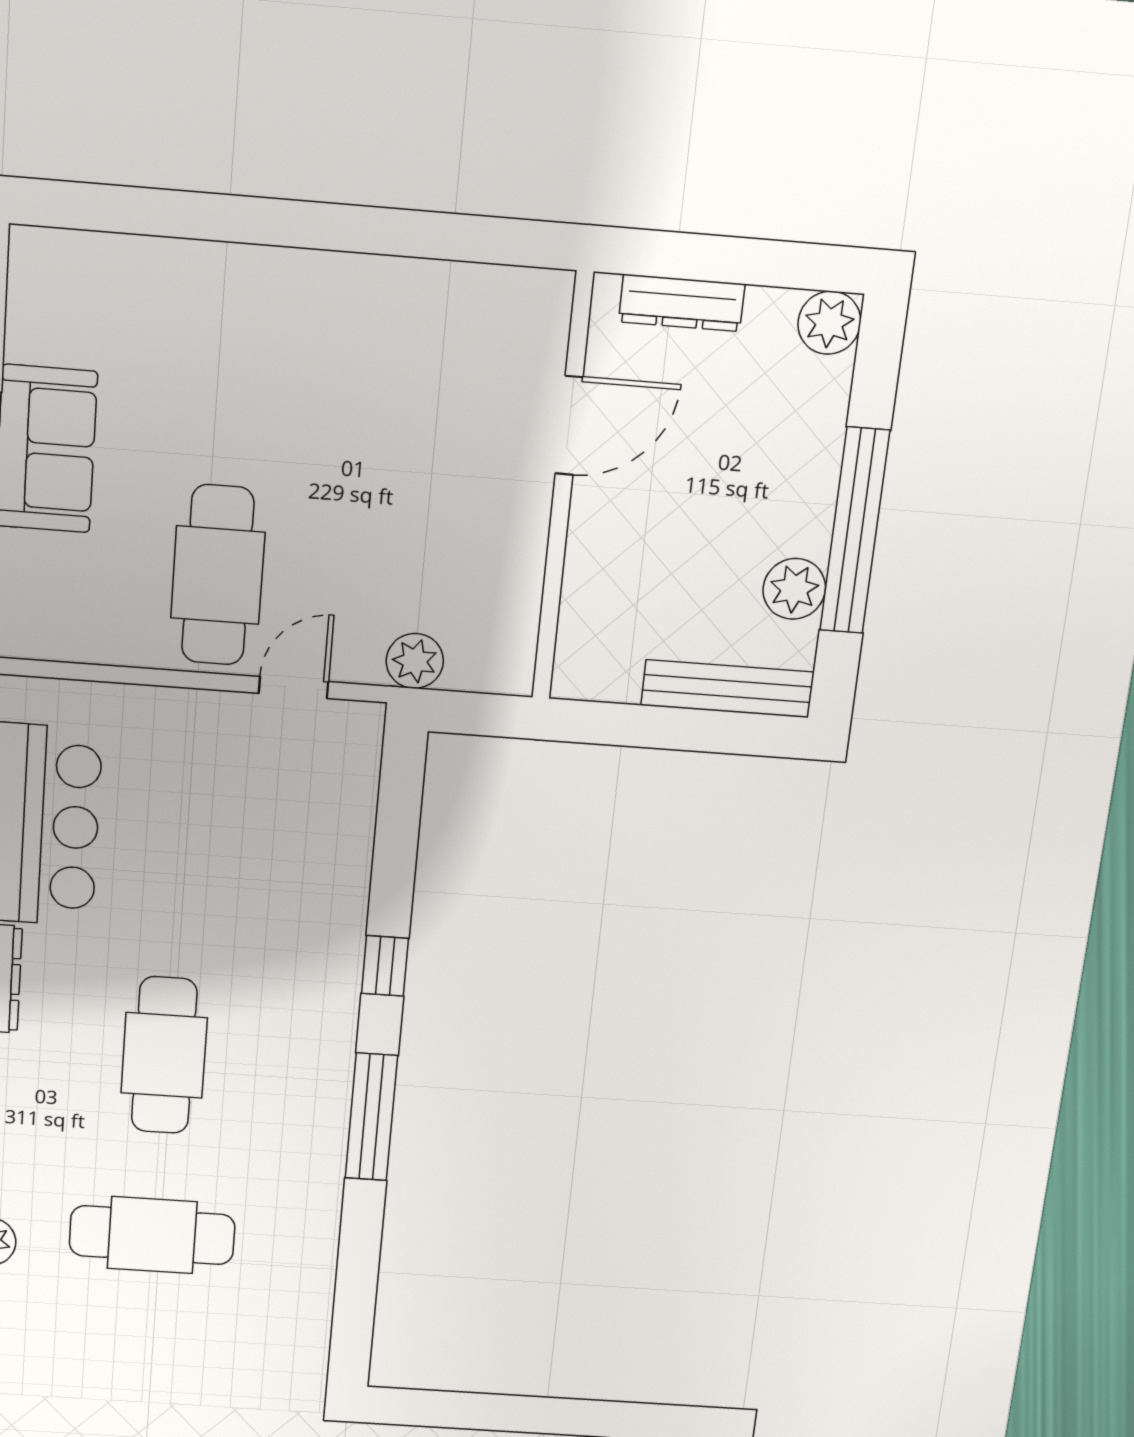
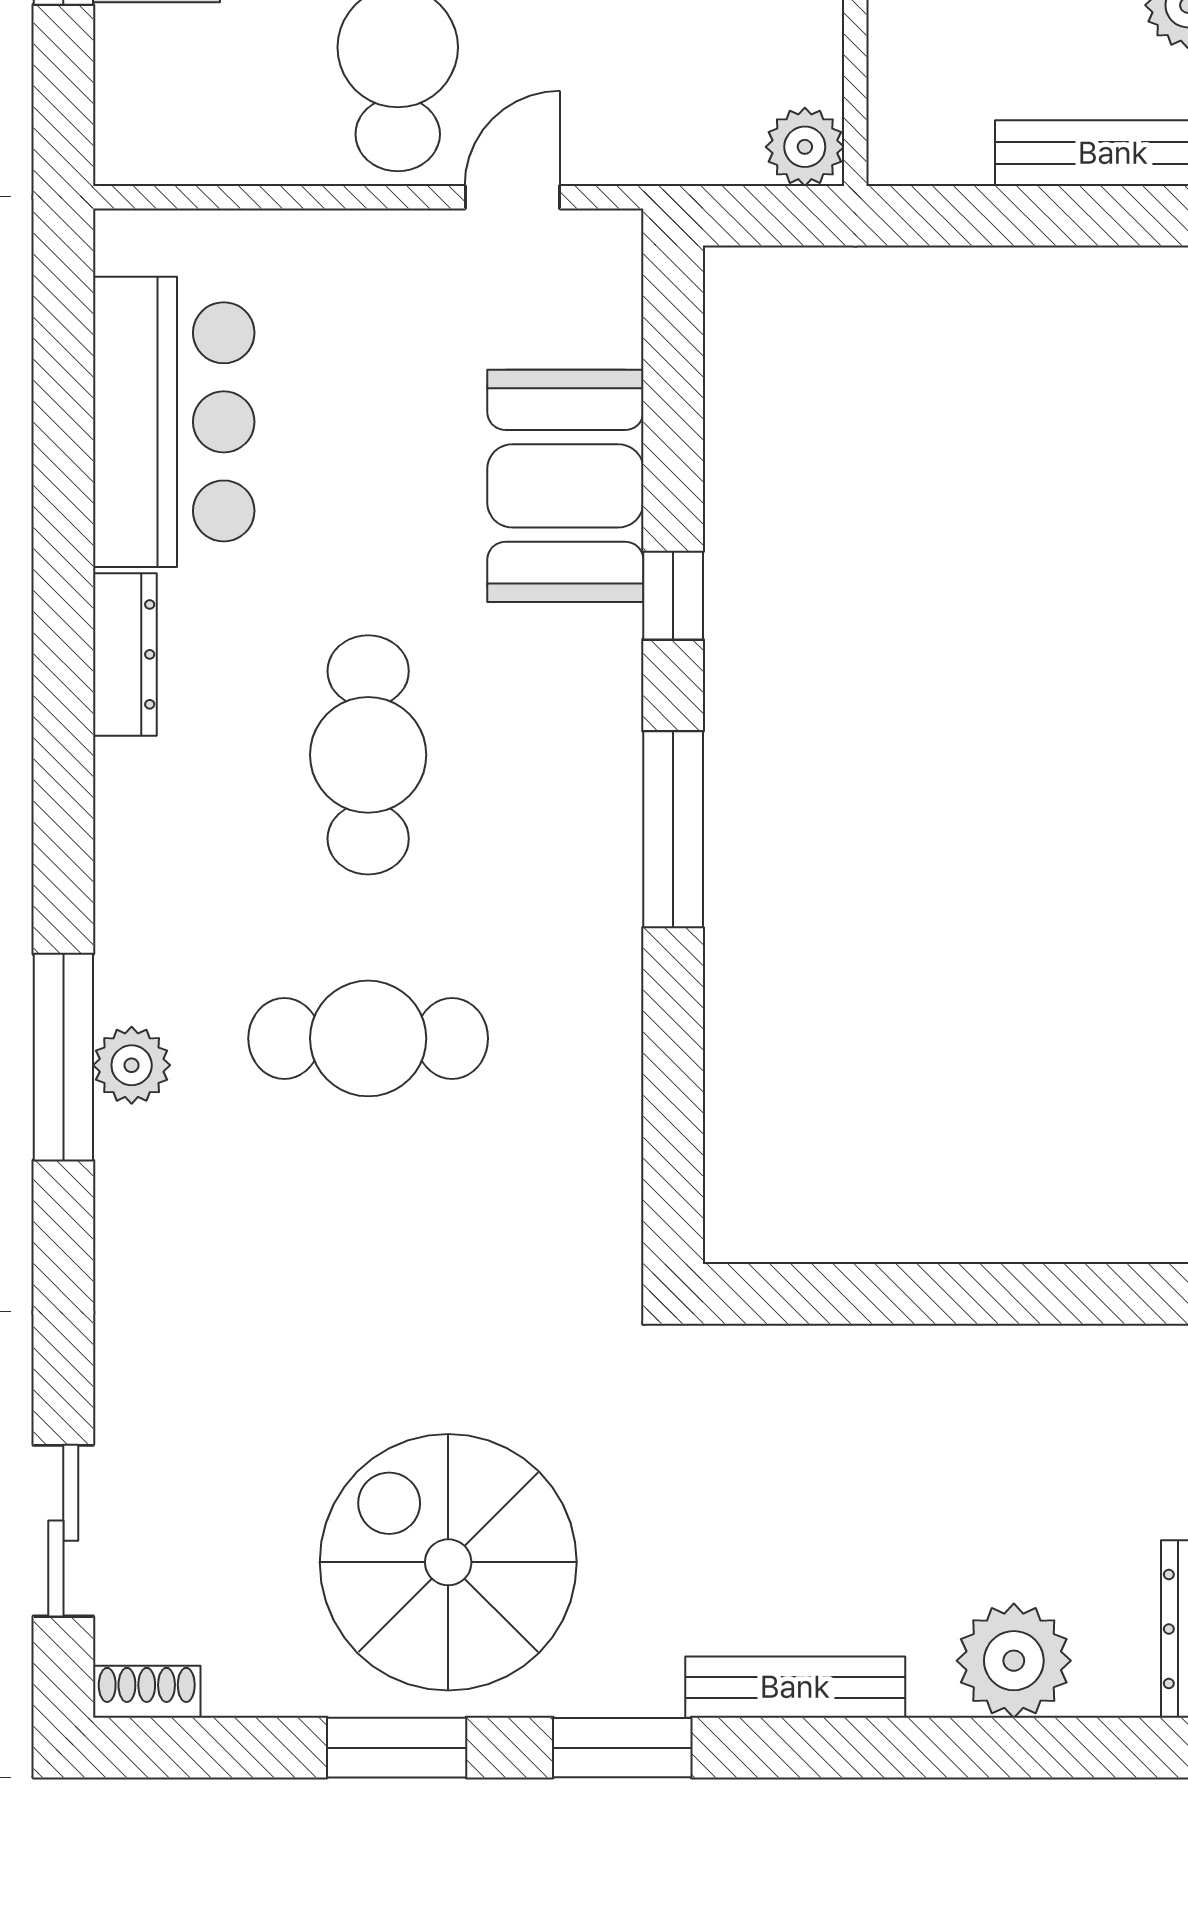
plant: (415, 661) -> (805, 147), moved
booth: (316, 888) -> (565, 486), added

